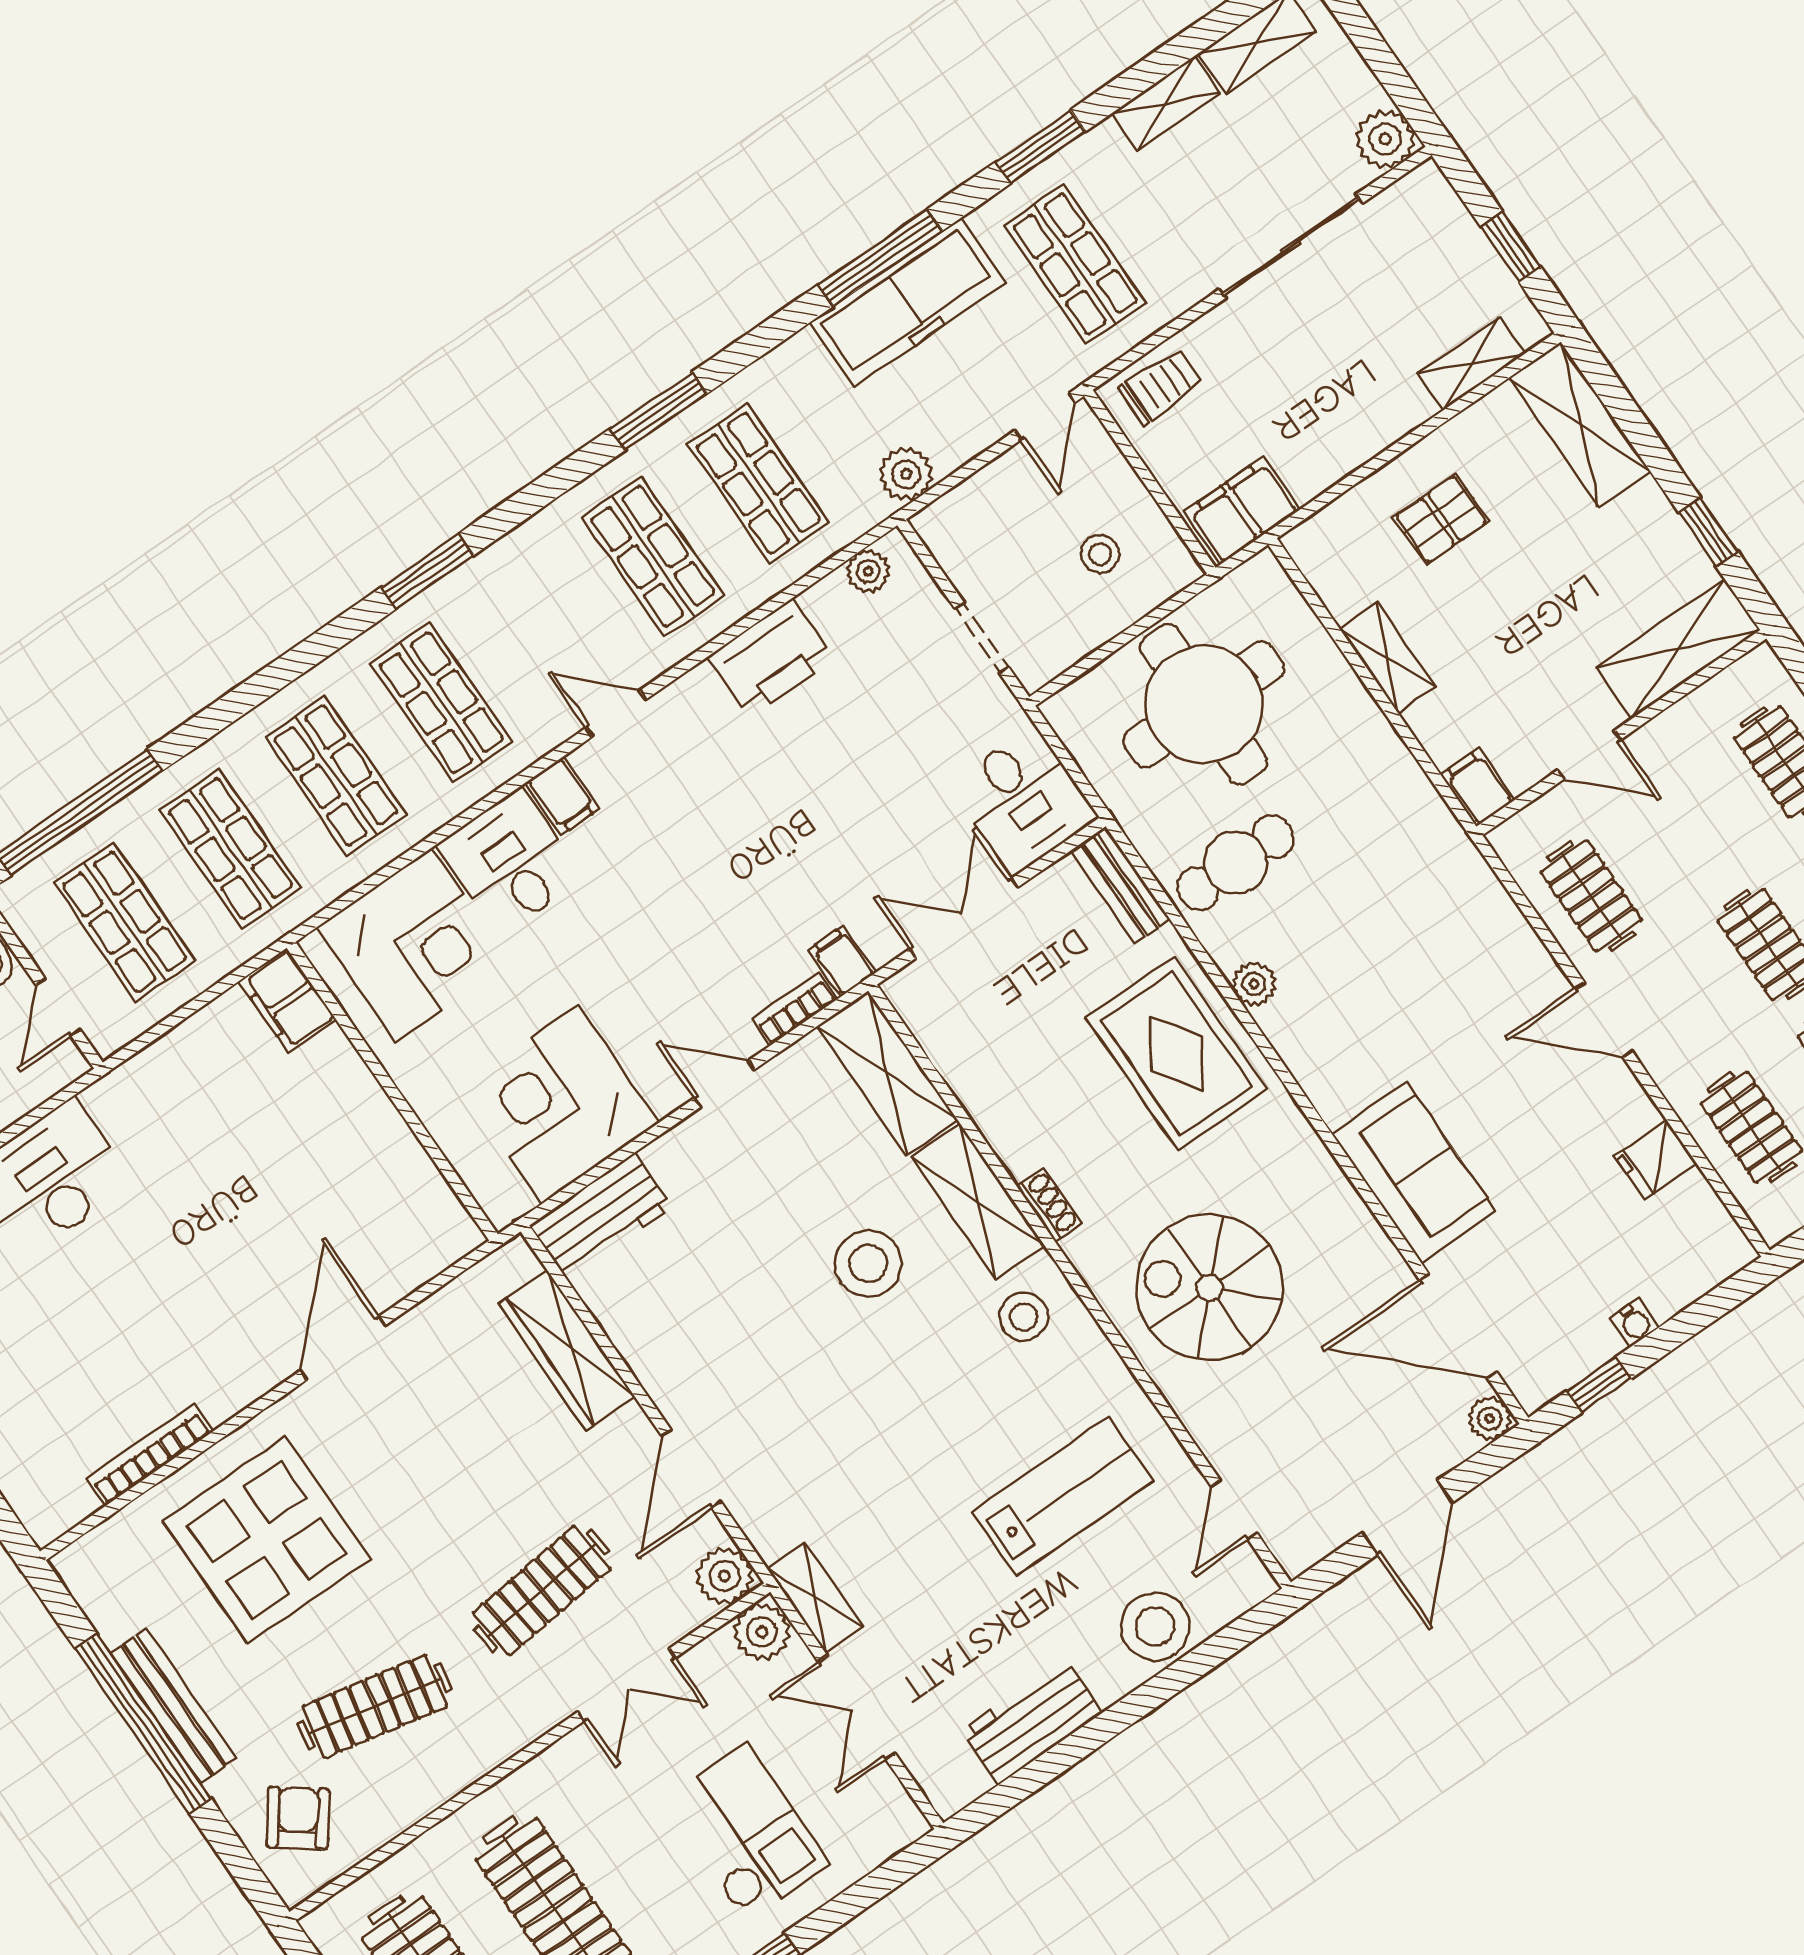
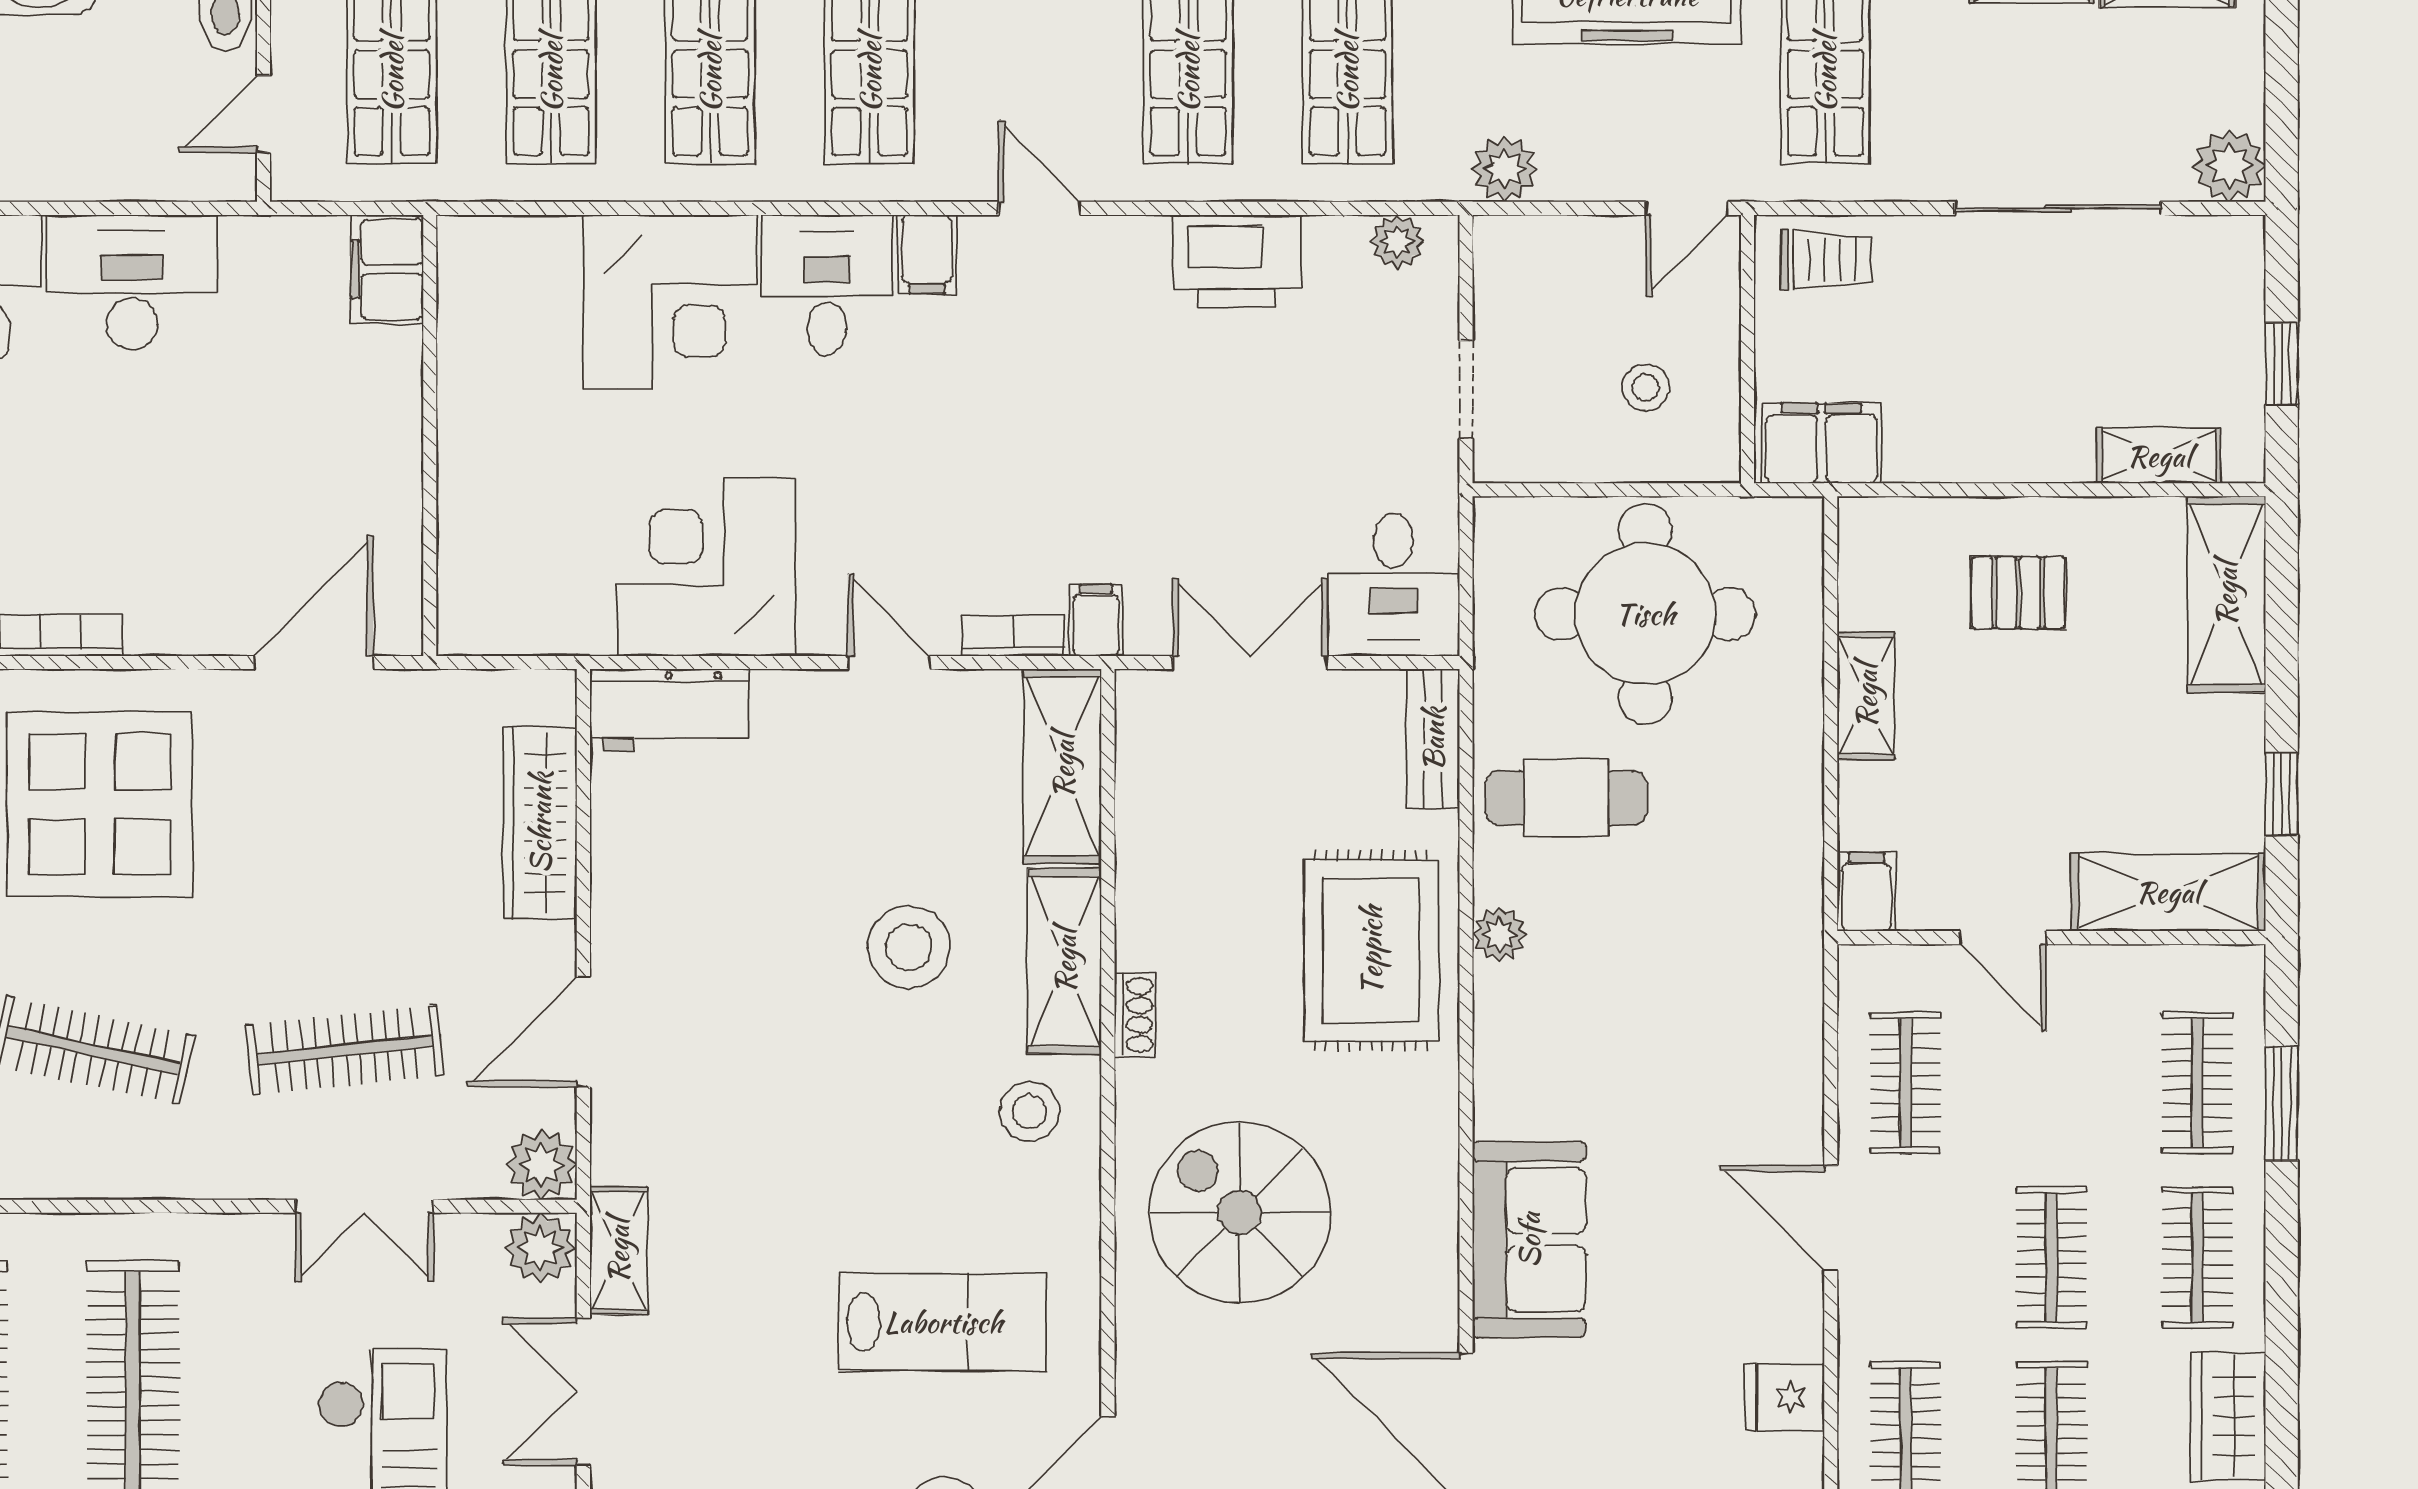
filing cabinet: (288, 1000) -> (387, 269), moved
wall: (392, 1091) -> (430, 435), moved

